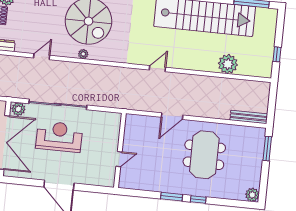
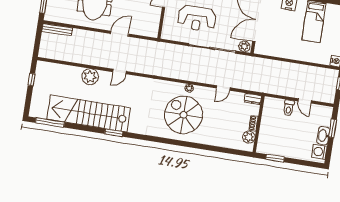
plant: (228, 64) -> (90, 77), moved
door: (157, 69) -> (119, 72), moved
reception desk: (59, 137) -> (197, 19), moved

